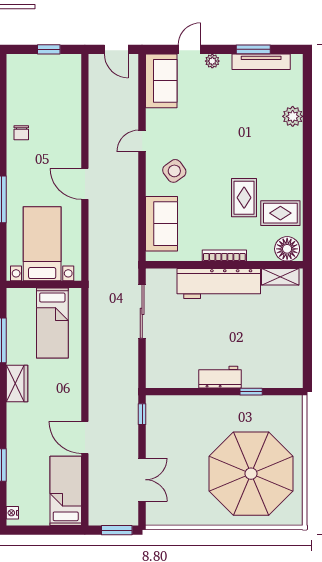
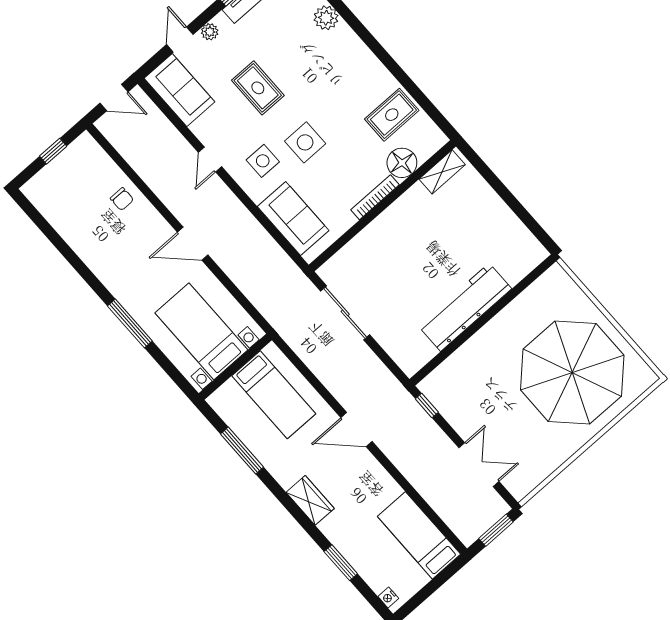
chair: (21, 133) -> (122, 199), moved
side table: (174, 171) -> (263, 161), turned 36
side table: (211, 183) -> (305, 142), added
rug: (244, 198) -> (258, 88), moved
floor lamp: (287, 249) -> (402, 163), moved
workbench: (219, 283) -> (392, 227), removed
workbench: (220, 377) -> (465, 307), width x1.88, depth x1.32
wardrobe: (17, 383) -> (310, 500), moved
window: (251, 392) -> (507, 299), removed
door: (85, 438) -> (356, 430), moved

